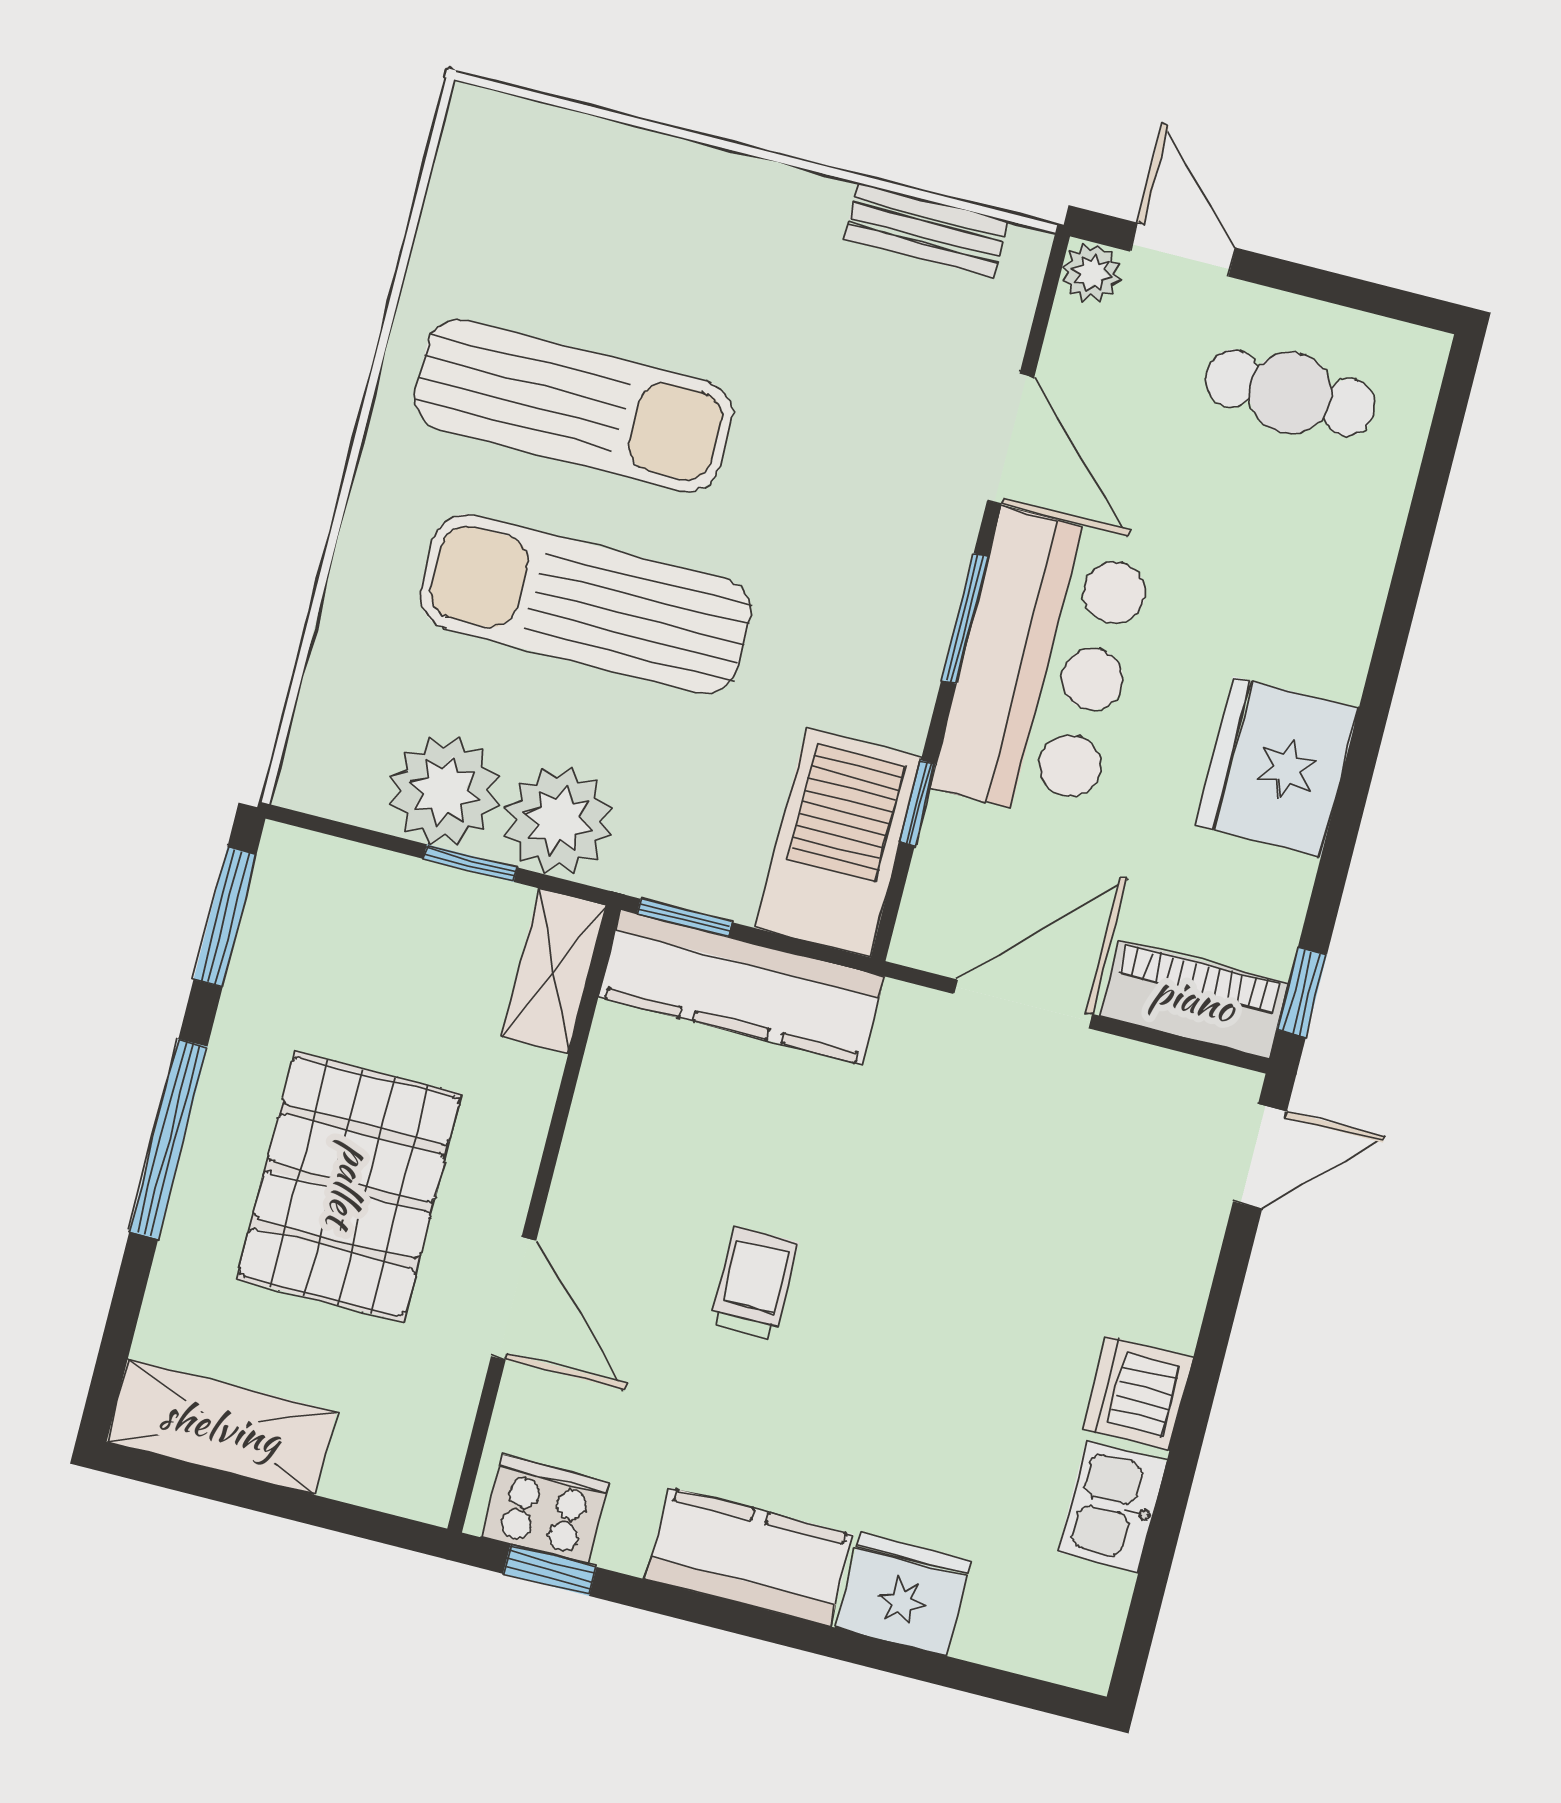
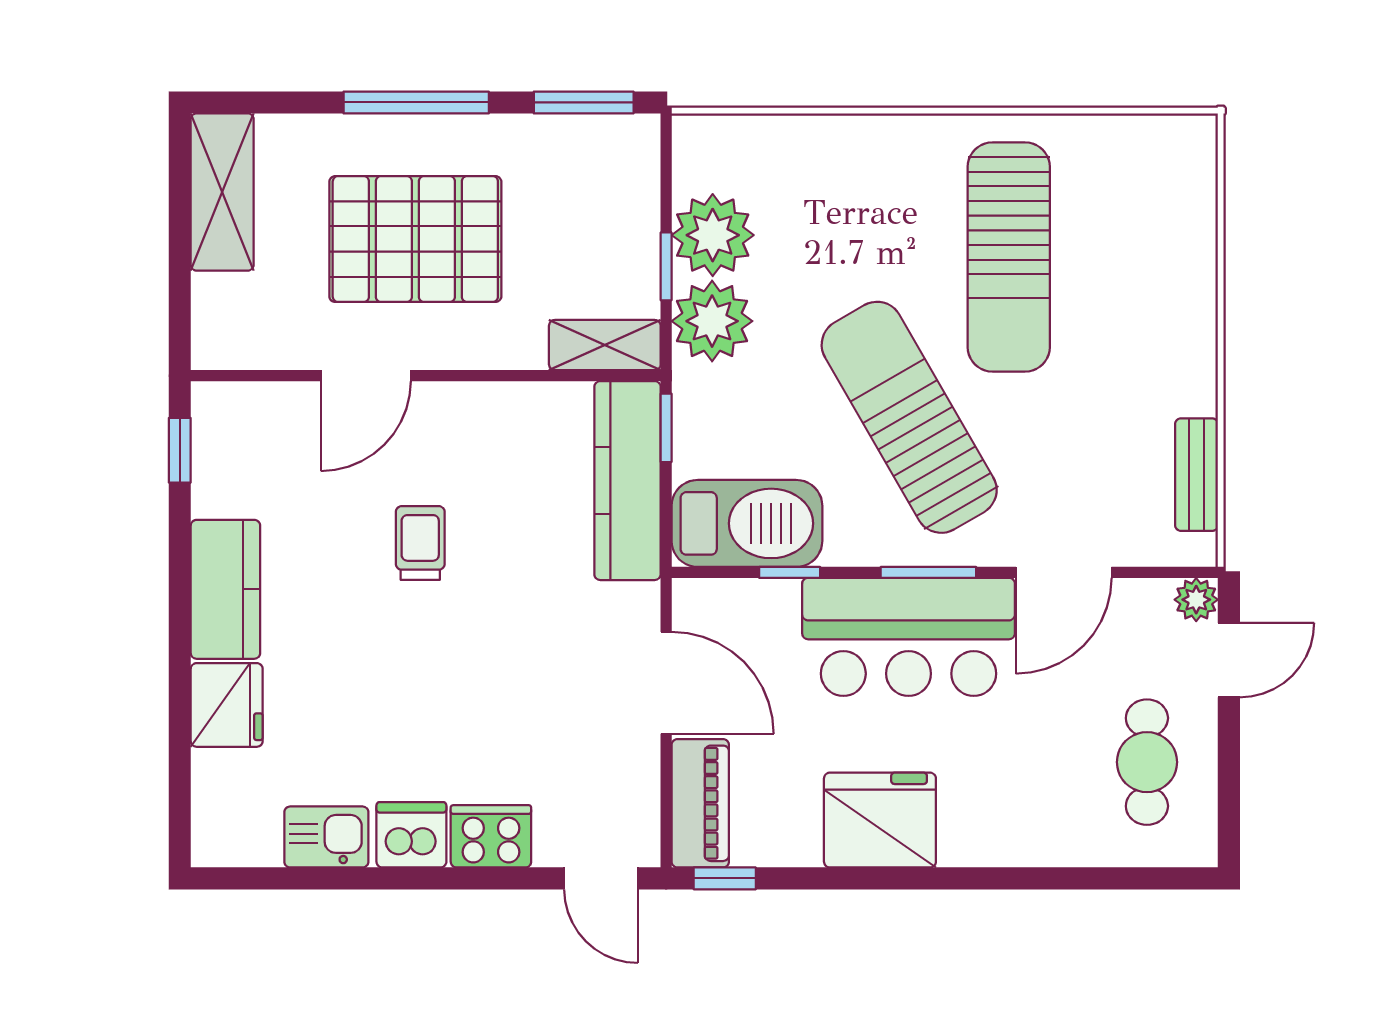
sun lounger: (585, 604) -> (909, 417), moved, turned -30
trolley: (754, 1283) -> (420, 543), turned -90
cooker: (545, 1510) -> (491, 836), moved, turned -90

